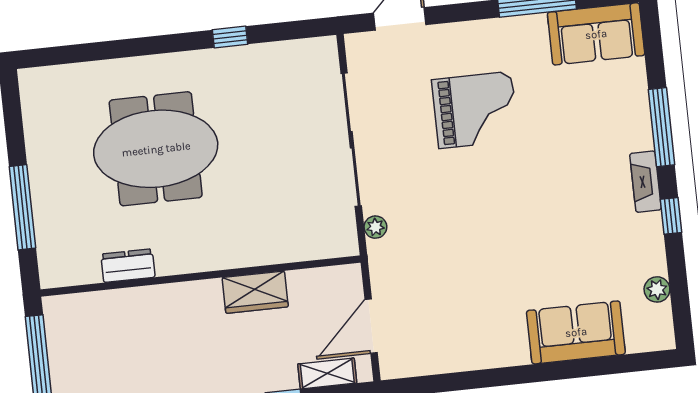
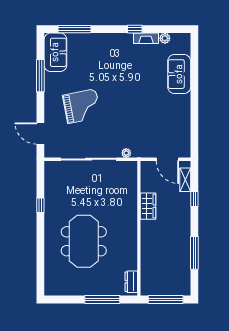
grand piano: (475, 110) -> (82, 106), turned 79
window: (662, 127) -> (74, 29), moved
fireplace: (646, 182) -> (146, 38), moved
dresser: (128, 266) -> (131, 282), moved

